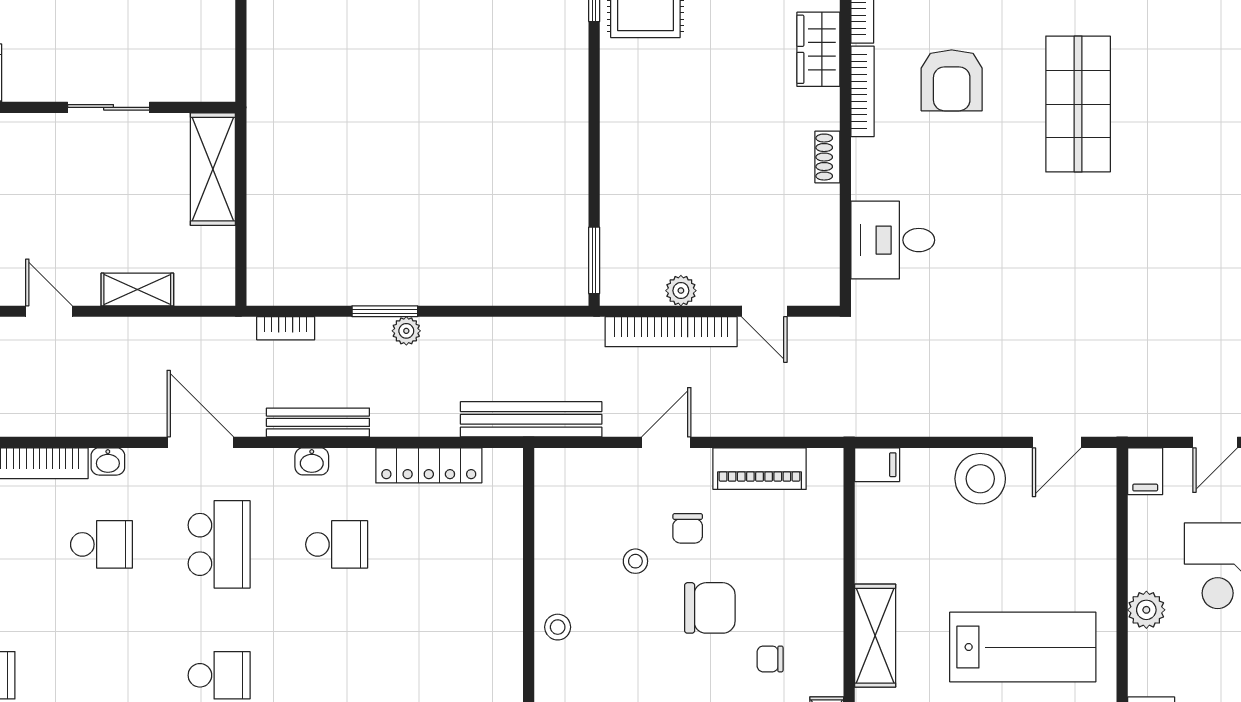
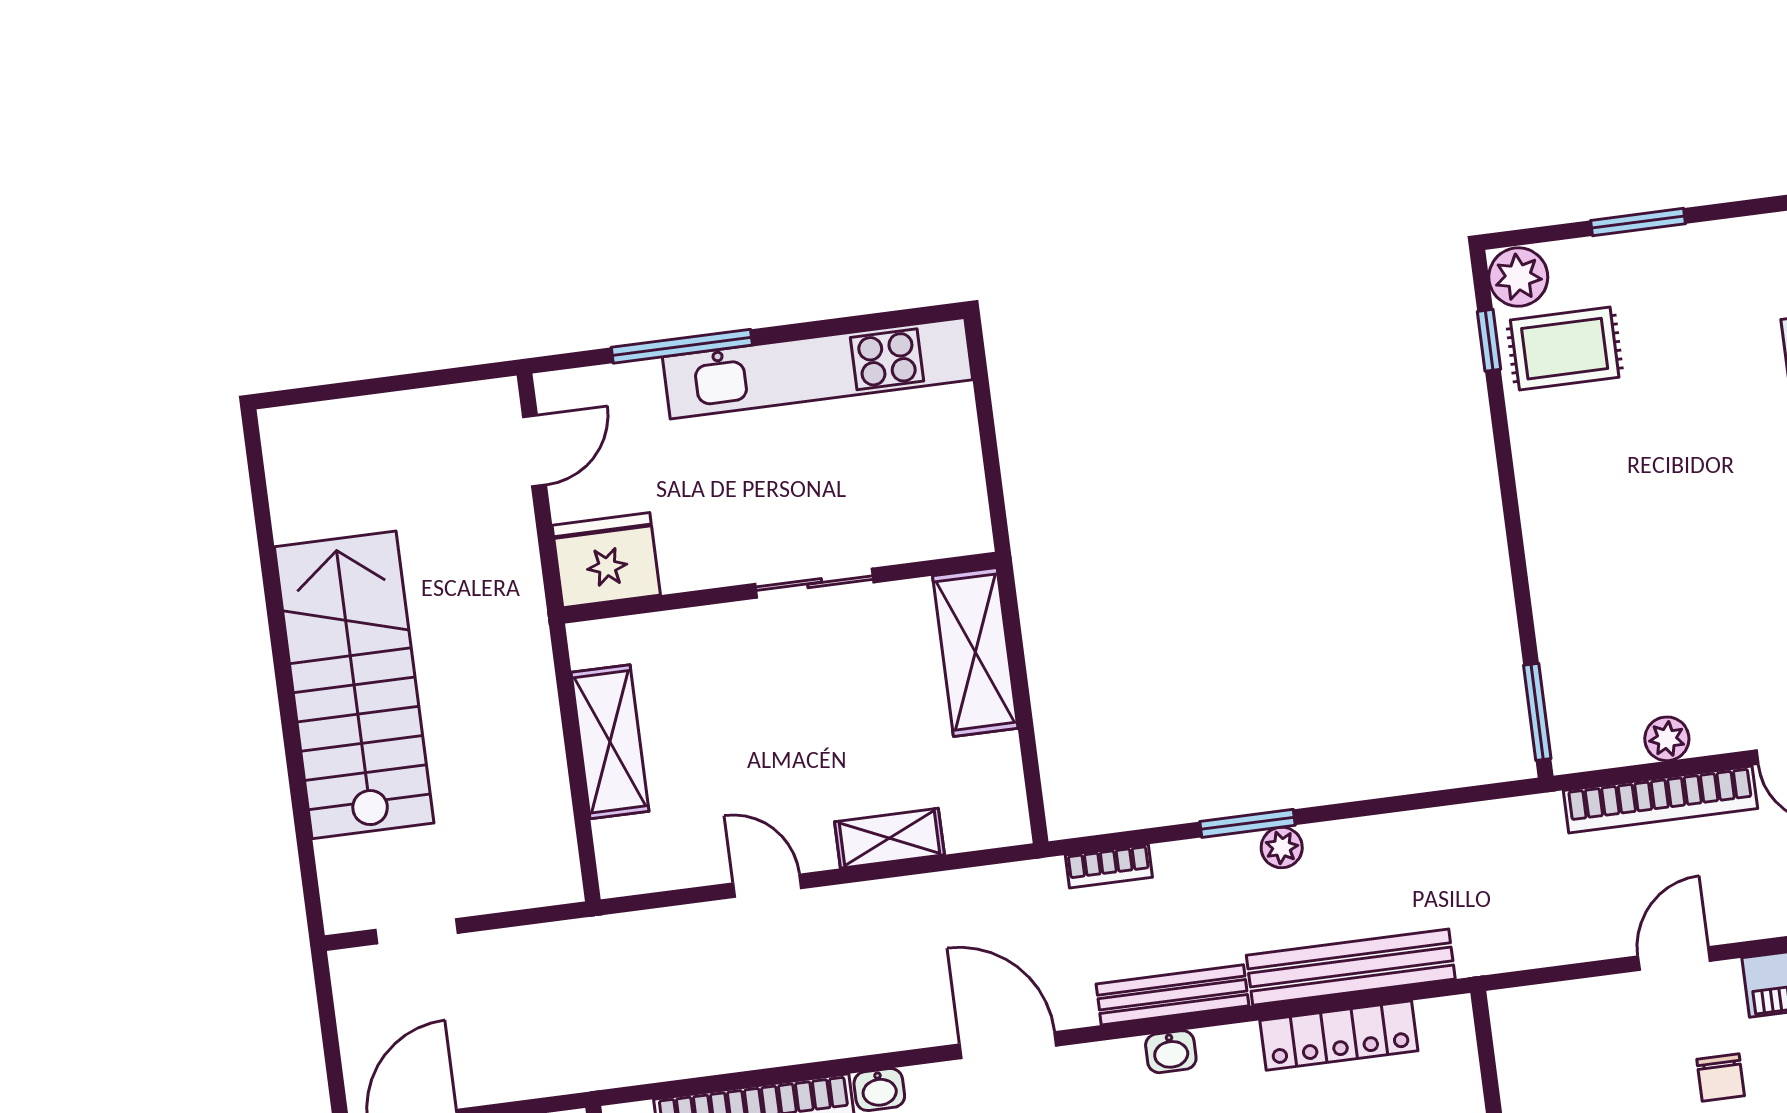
bench: (531, 419) -> (1351, 967), moved

